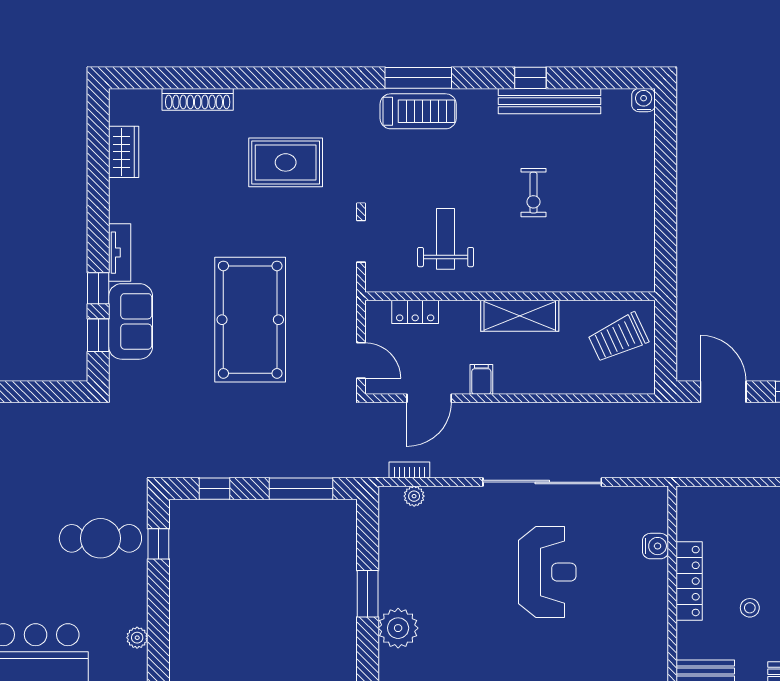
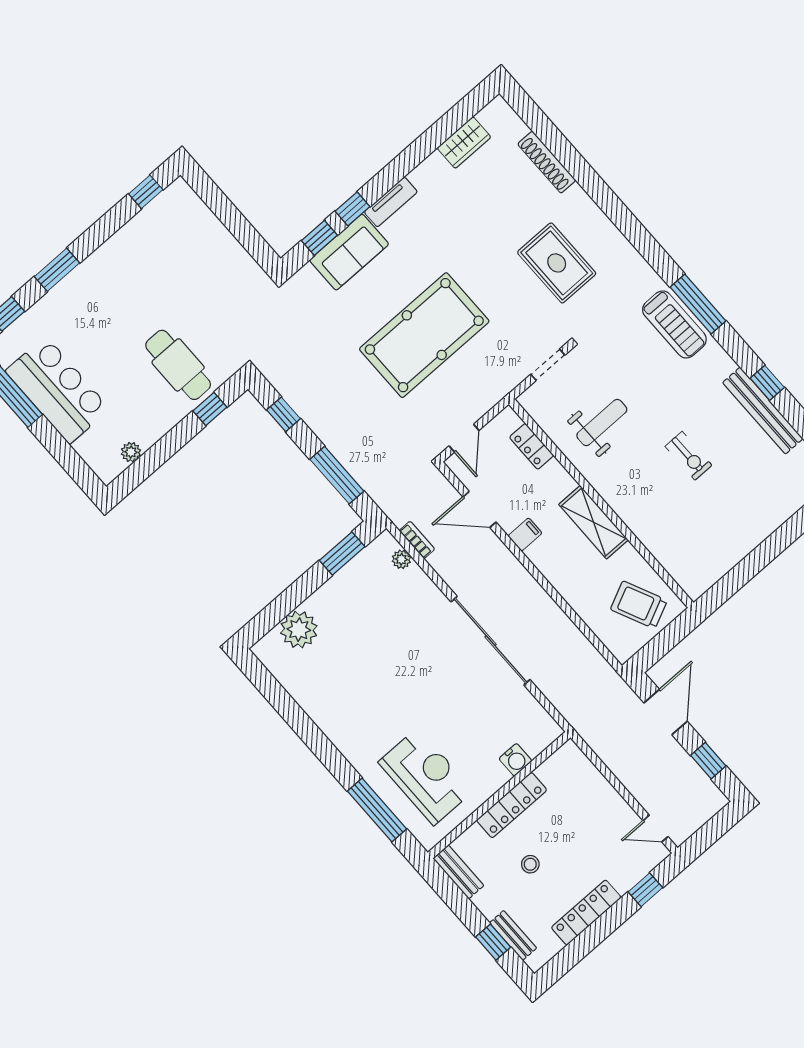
exercise bike: (533, 193) -> (689, 456), turned -90
reception desk: (547, 572) -> (426, 777), moved, turned -90
window: (368, 594) -> (342, 553), moved

